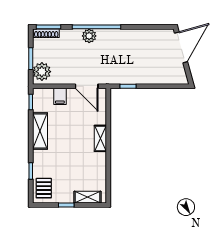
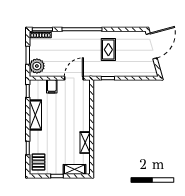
plant: (89, 36) -> (76, 37), removed
rug: (129, 52) -> (108, 50), added
door: (87, 86) -> (74, 78), swing flipped
shelving: (100, 138) -> (85, 143), moved

